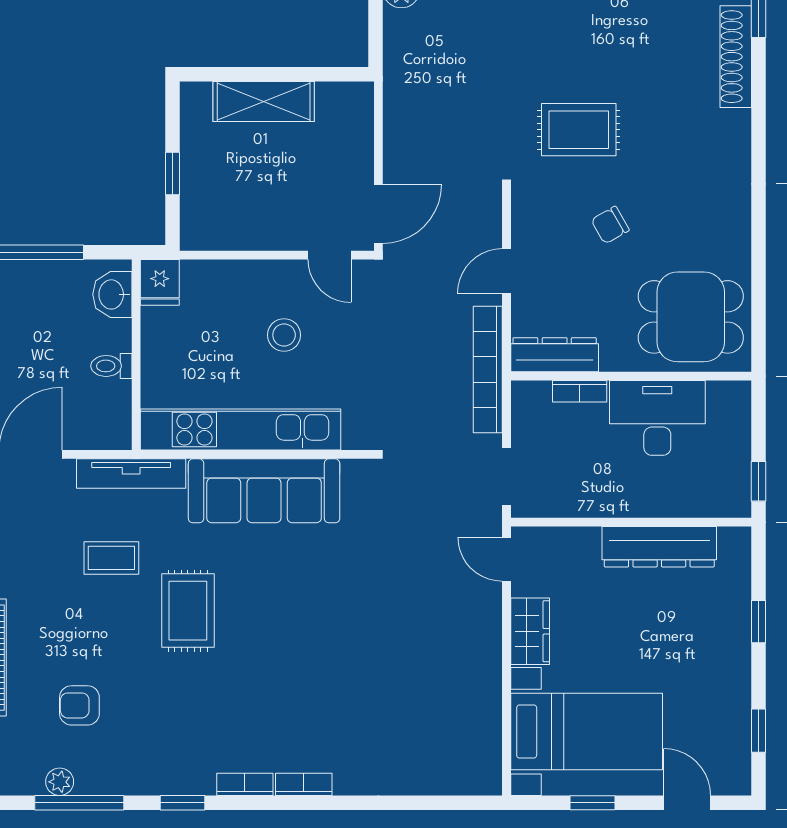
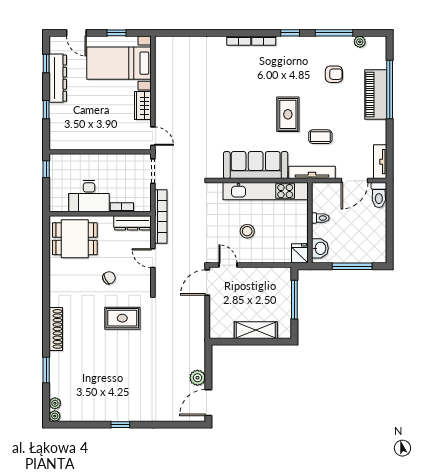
shoe rack: (736, 57) -> (56, 329), moved
window: (172, 174) -> (294, 300), width x2.17
door: (506, 271) -> (153, 258), swing flipped
dresser: (659, 547) -> (58, 78), moved, turned 90
plant: (60, 782) -> (360, 42), moved

